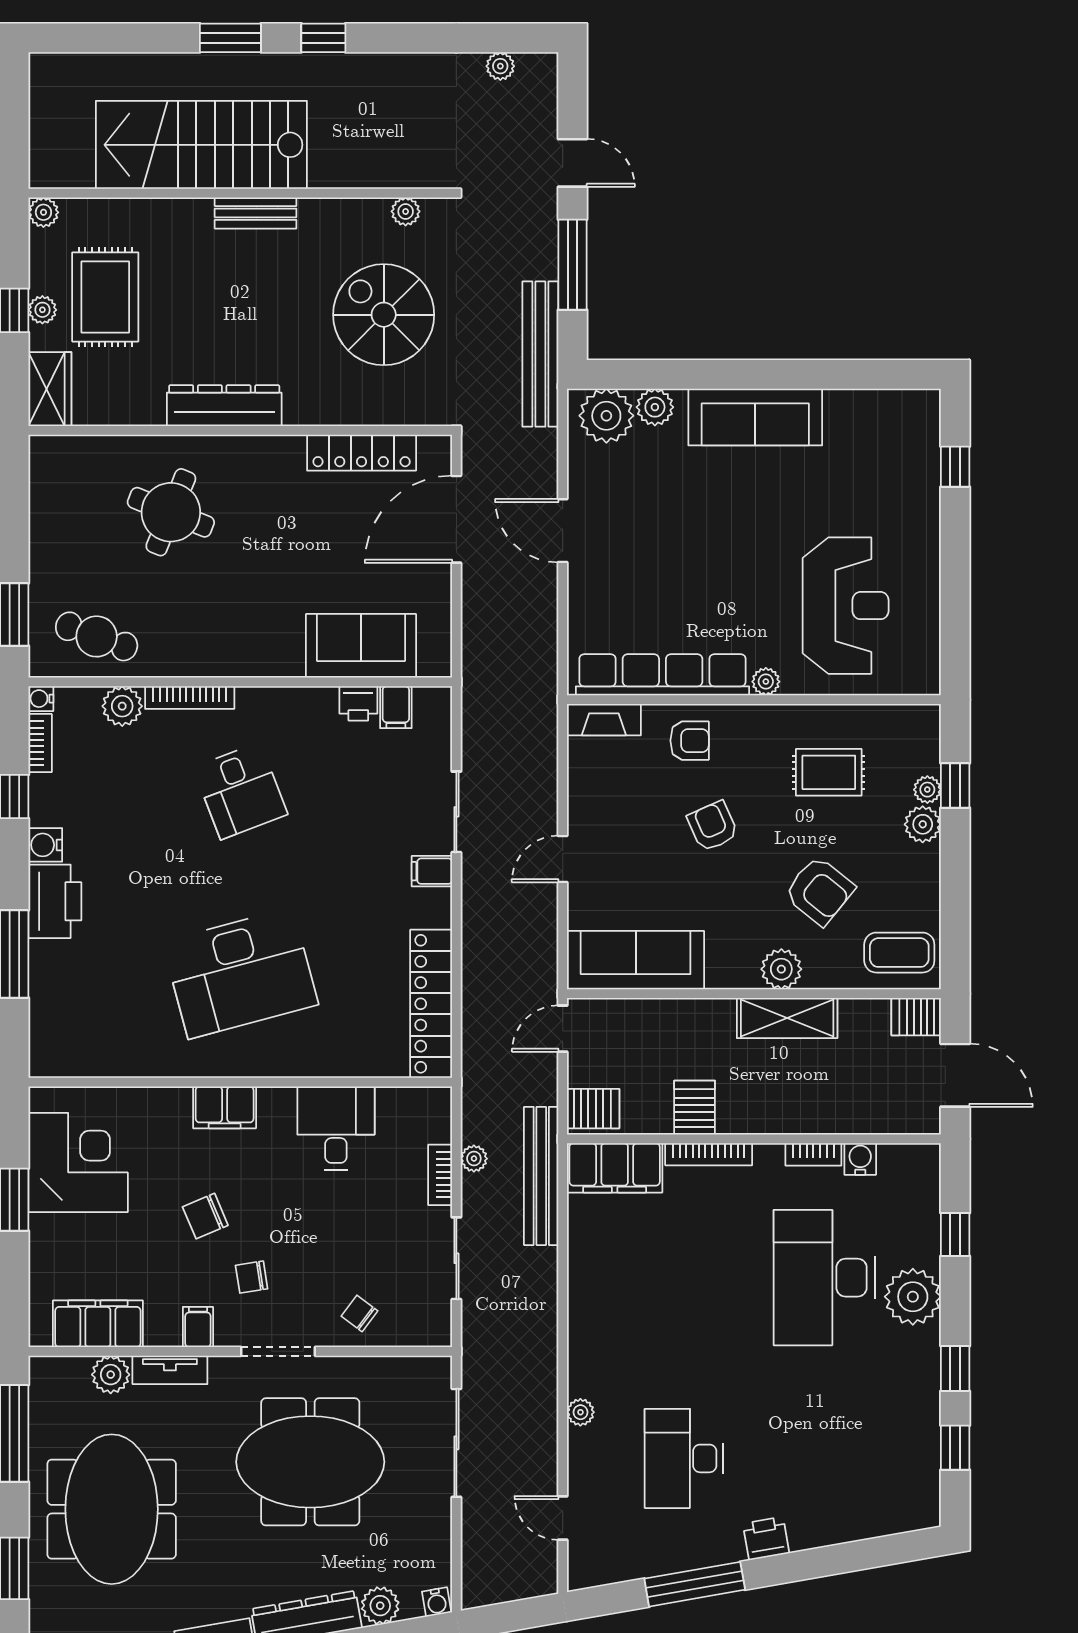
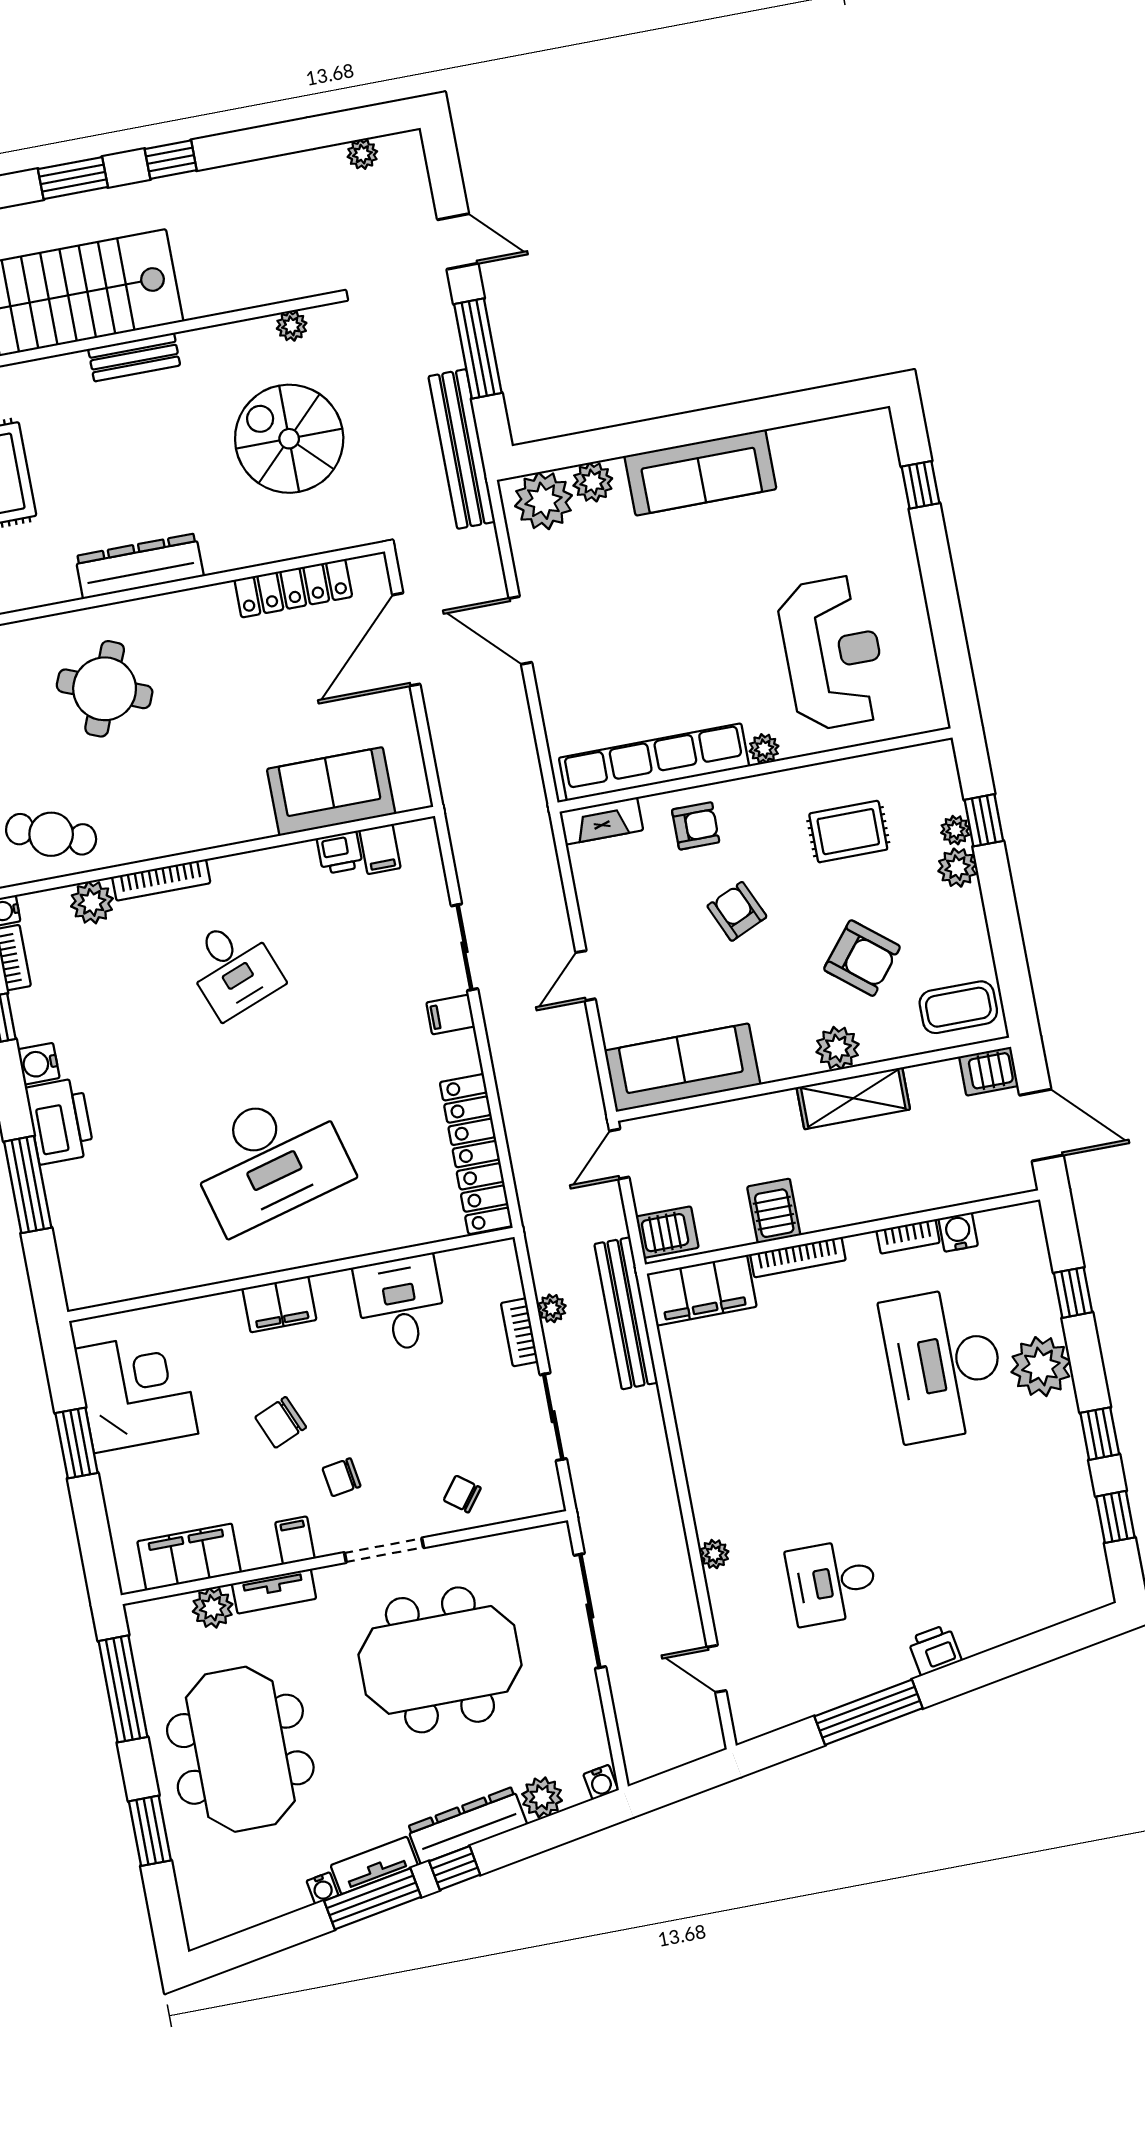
desk: (684, 1458) -> (832, 1582), width x0.73

